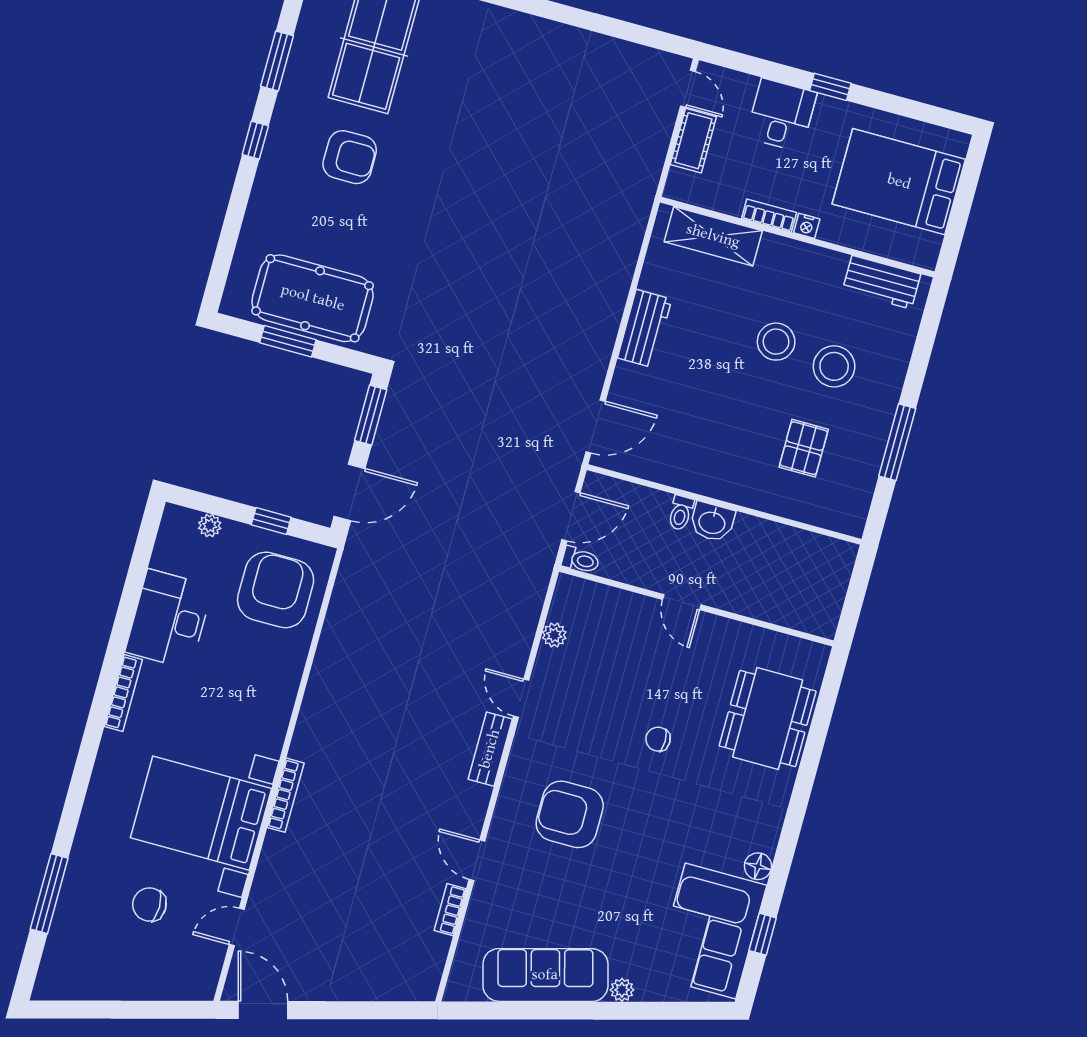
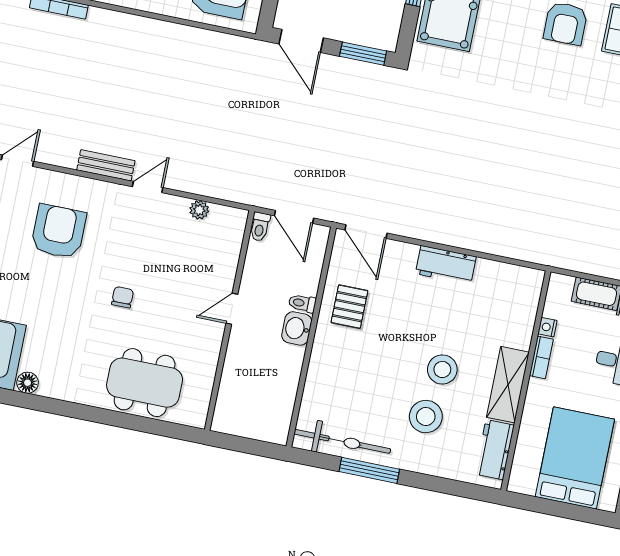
nightstand: (807, 226) -> (547, 327), moved
shelving: (713, 236) -> (508, 385), moved
pallet: (804, 448) -> (349, 307), moved, turned 90
bicycle: (858, 474) -> (342, 441), added

